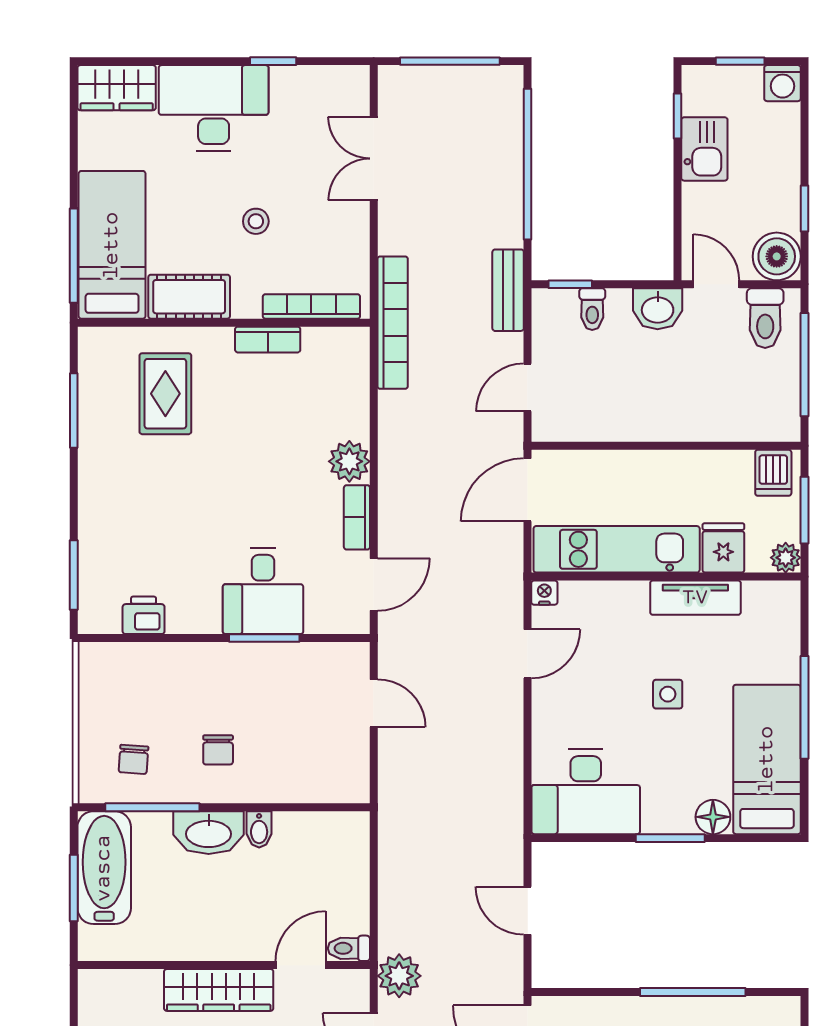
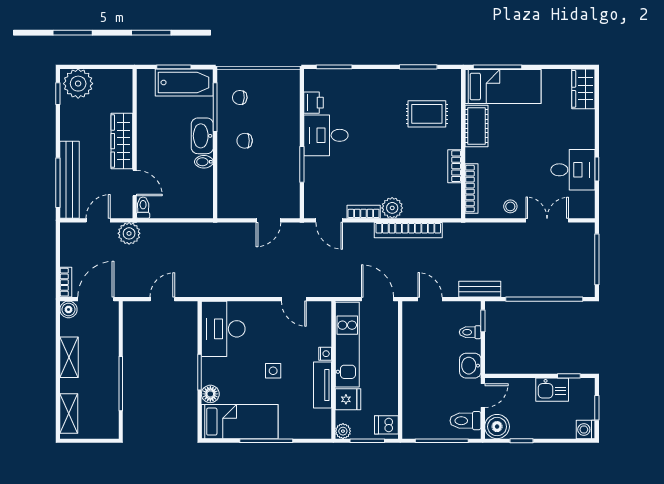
desk: (214, 108) -> (573, 170), moved, width x0.73
stool: (256, 221) -> (510, 206), moved
bookcase: (393, 323) -> (408, 230), moved
desk: (263, 591) -> (326, 135), moved
nightstand: (544, 593) -> (325, 354), moved

